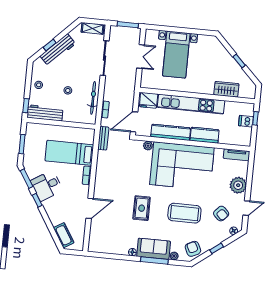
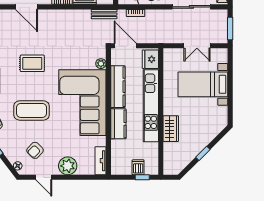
wardrobe: (226, 89) -> (171, 129), moved
coffee table: (184, 213) -> (32, 110), turned 90

